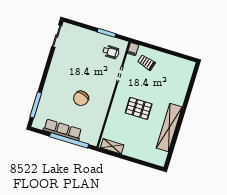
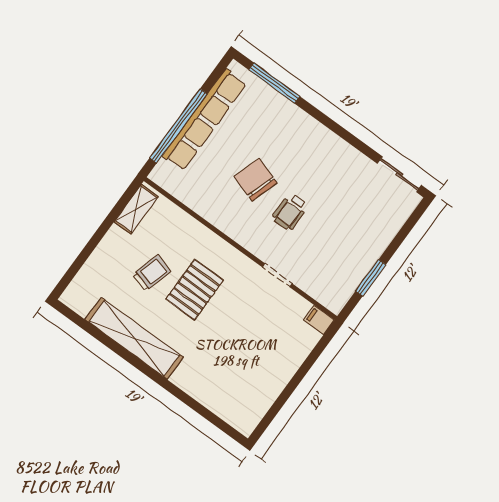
wheelchair: (111, 52) -> (290, 212), moved
trolley: (146, 63) -> (152, 273), moved
row of seats: (62, 130) -> (204, 120), width x1.36

